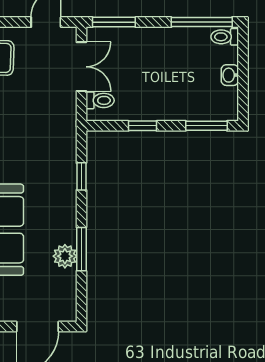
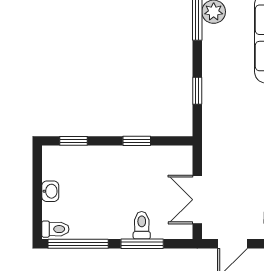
window: (114, 22) -> (142, 244), moved
toilet: (100, 100) -> (142, 225), moved, turned 90
window: (206, 126) -> (73, 141), width x0.67

